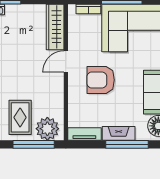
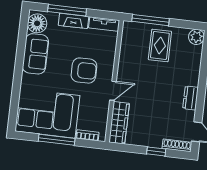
plant: (47, 129) -> (137, 33), removed

